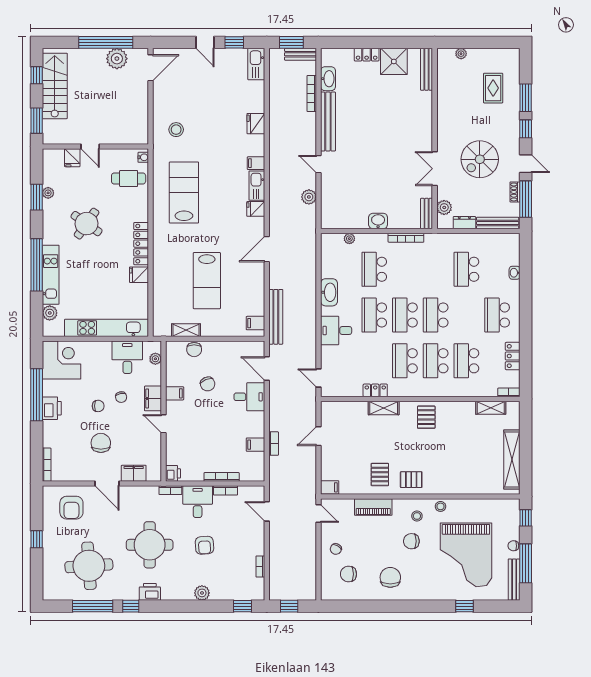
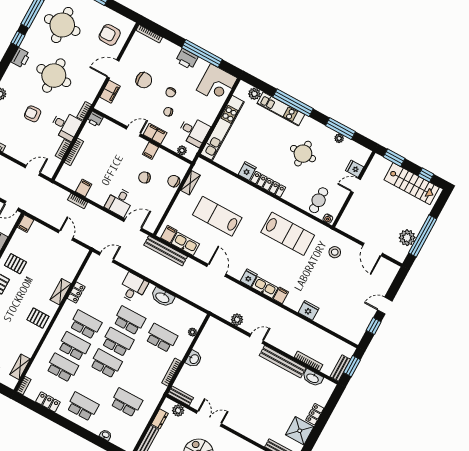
kitchen sink: (256, 64) -> (185, 244), moved
door: (151, 68) -> (373, 249), moved
window: (37, 197) -> (341, 129), width x1.44
round table: (87, 224) -> (303, 154), turned -35

